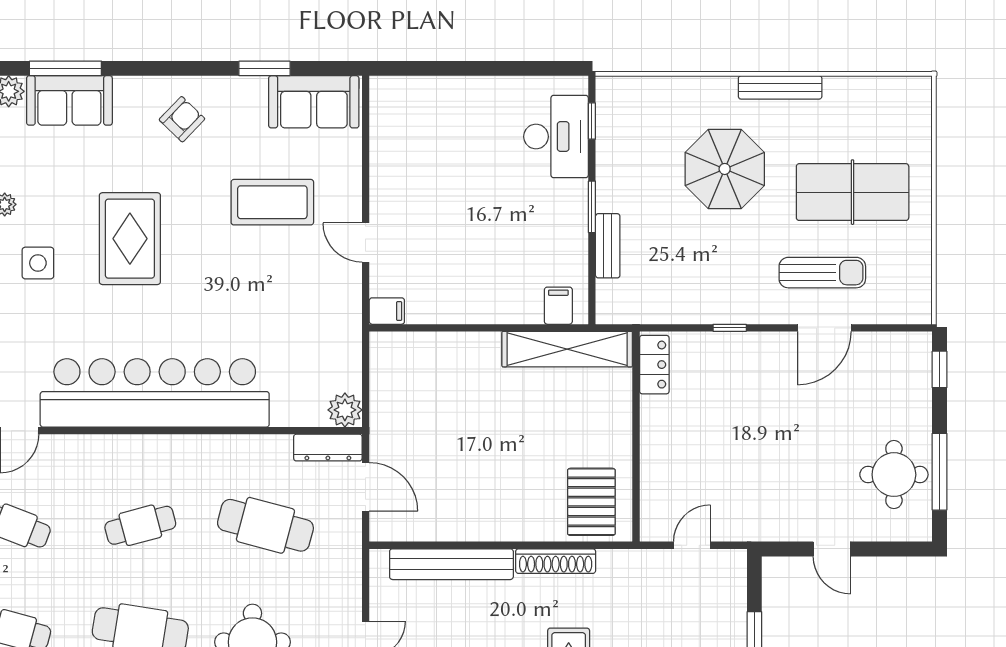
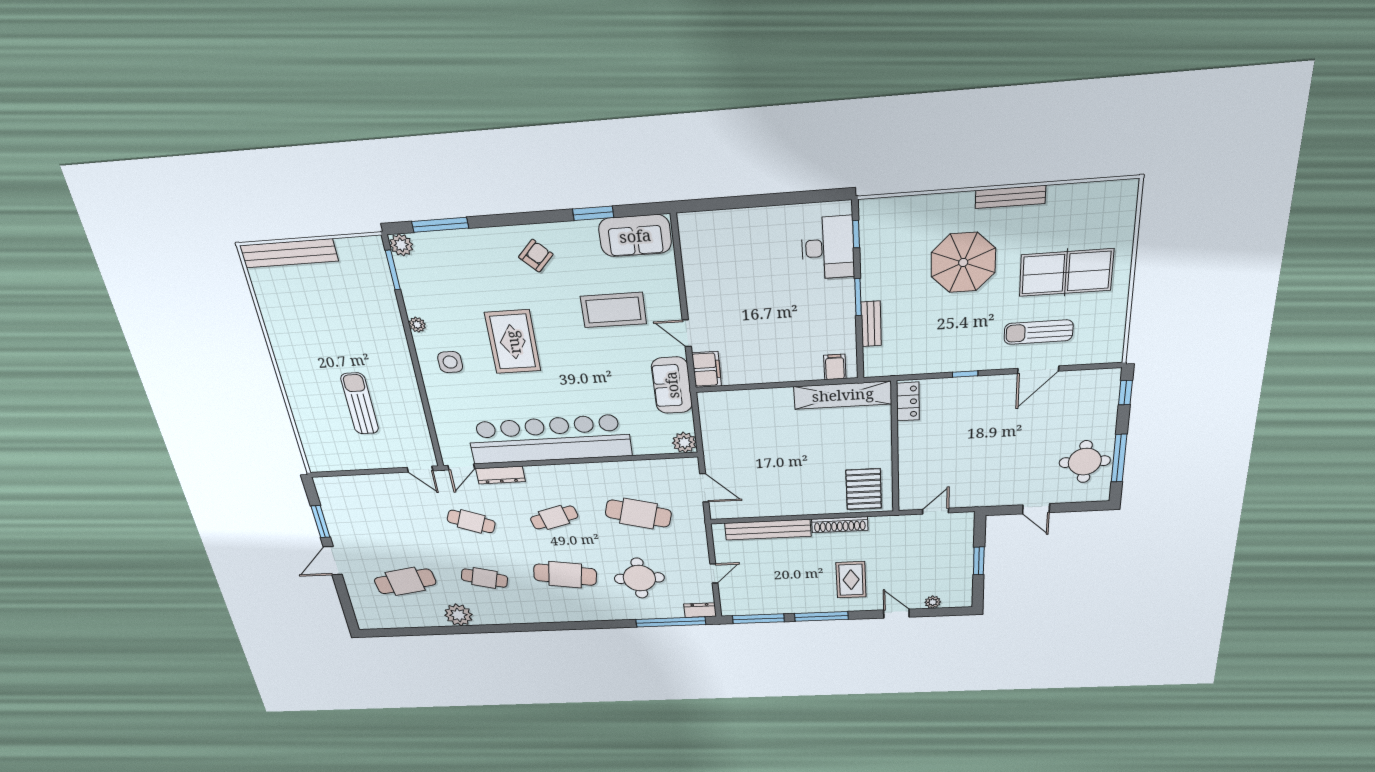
sofa: (69, 100) -> (672, 385), moved, turned 90
sun lounger: (822, 273) -> (1038, 332), turned 180
filing cabinet: (387, 311) -> (707, 369), width x2.00
dresser: (328, 448) -> (500, 475), moved

